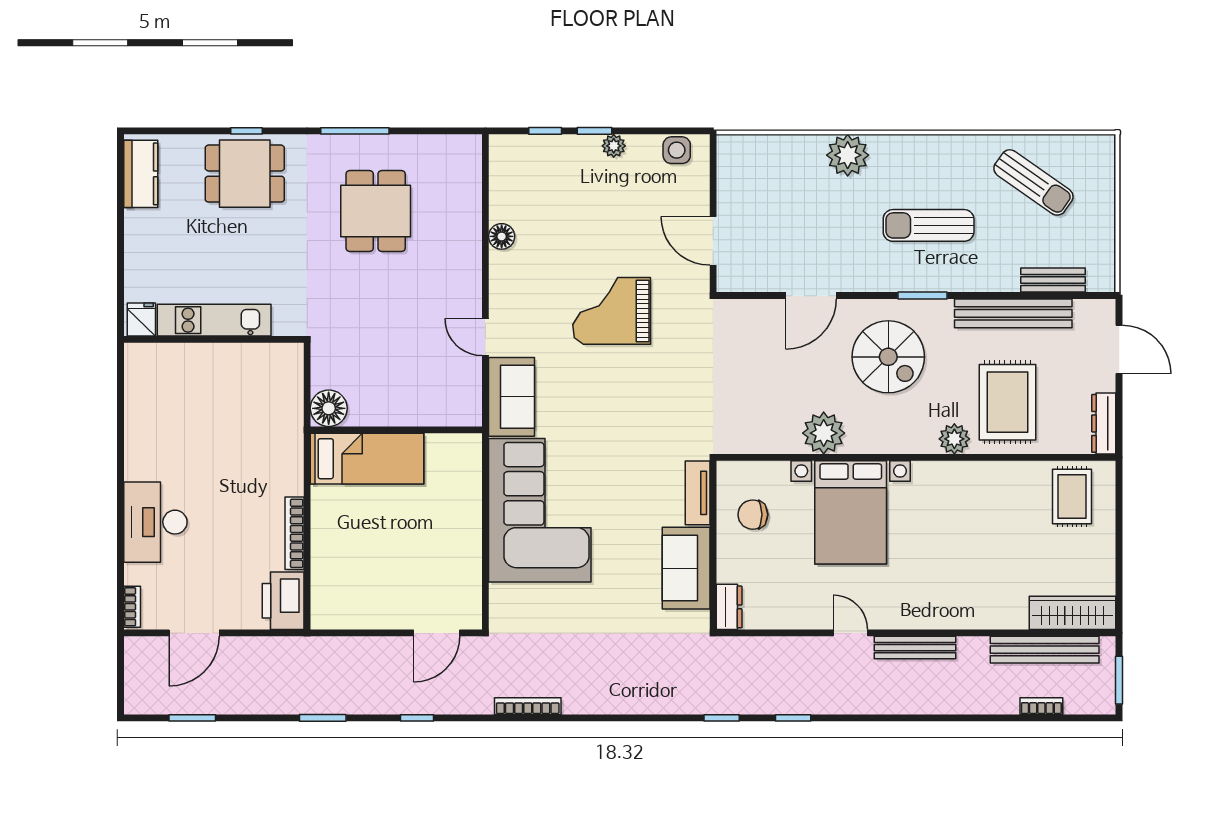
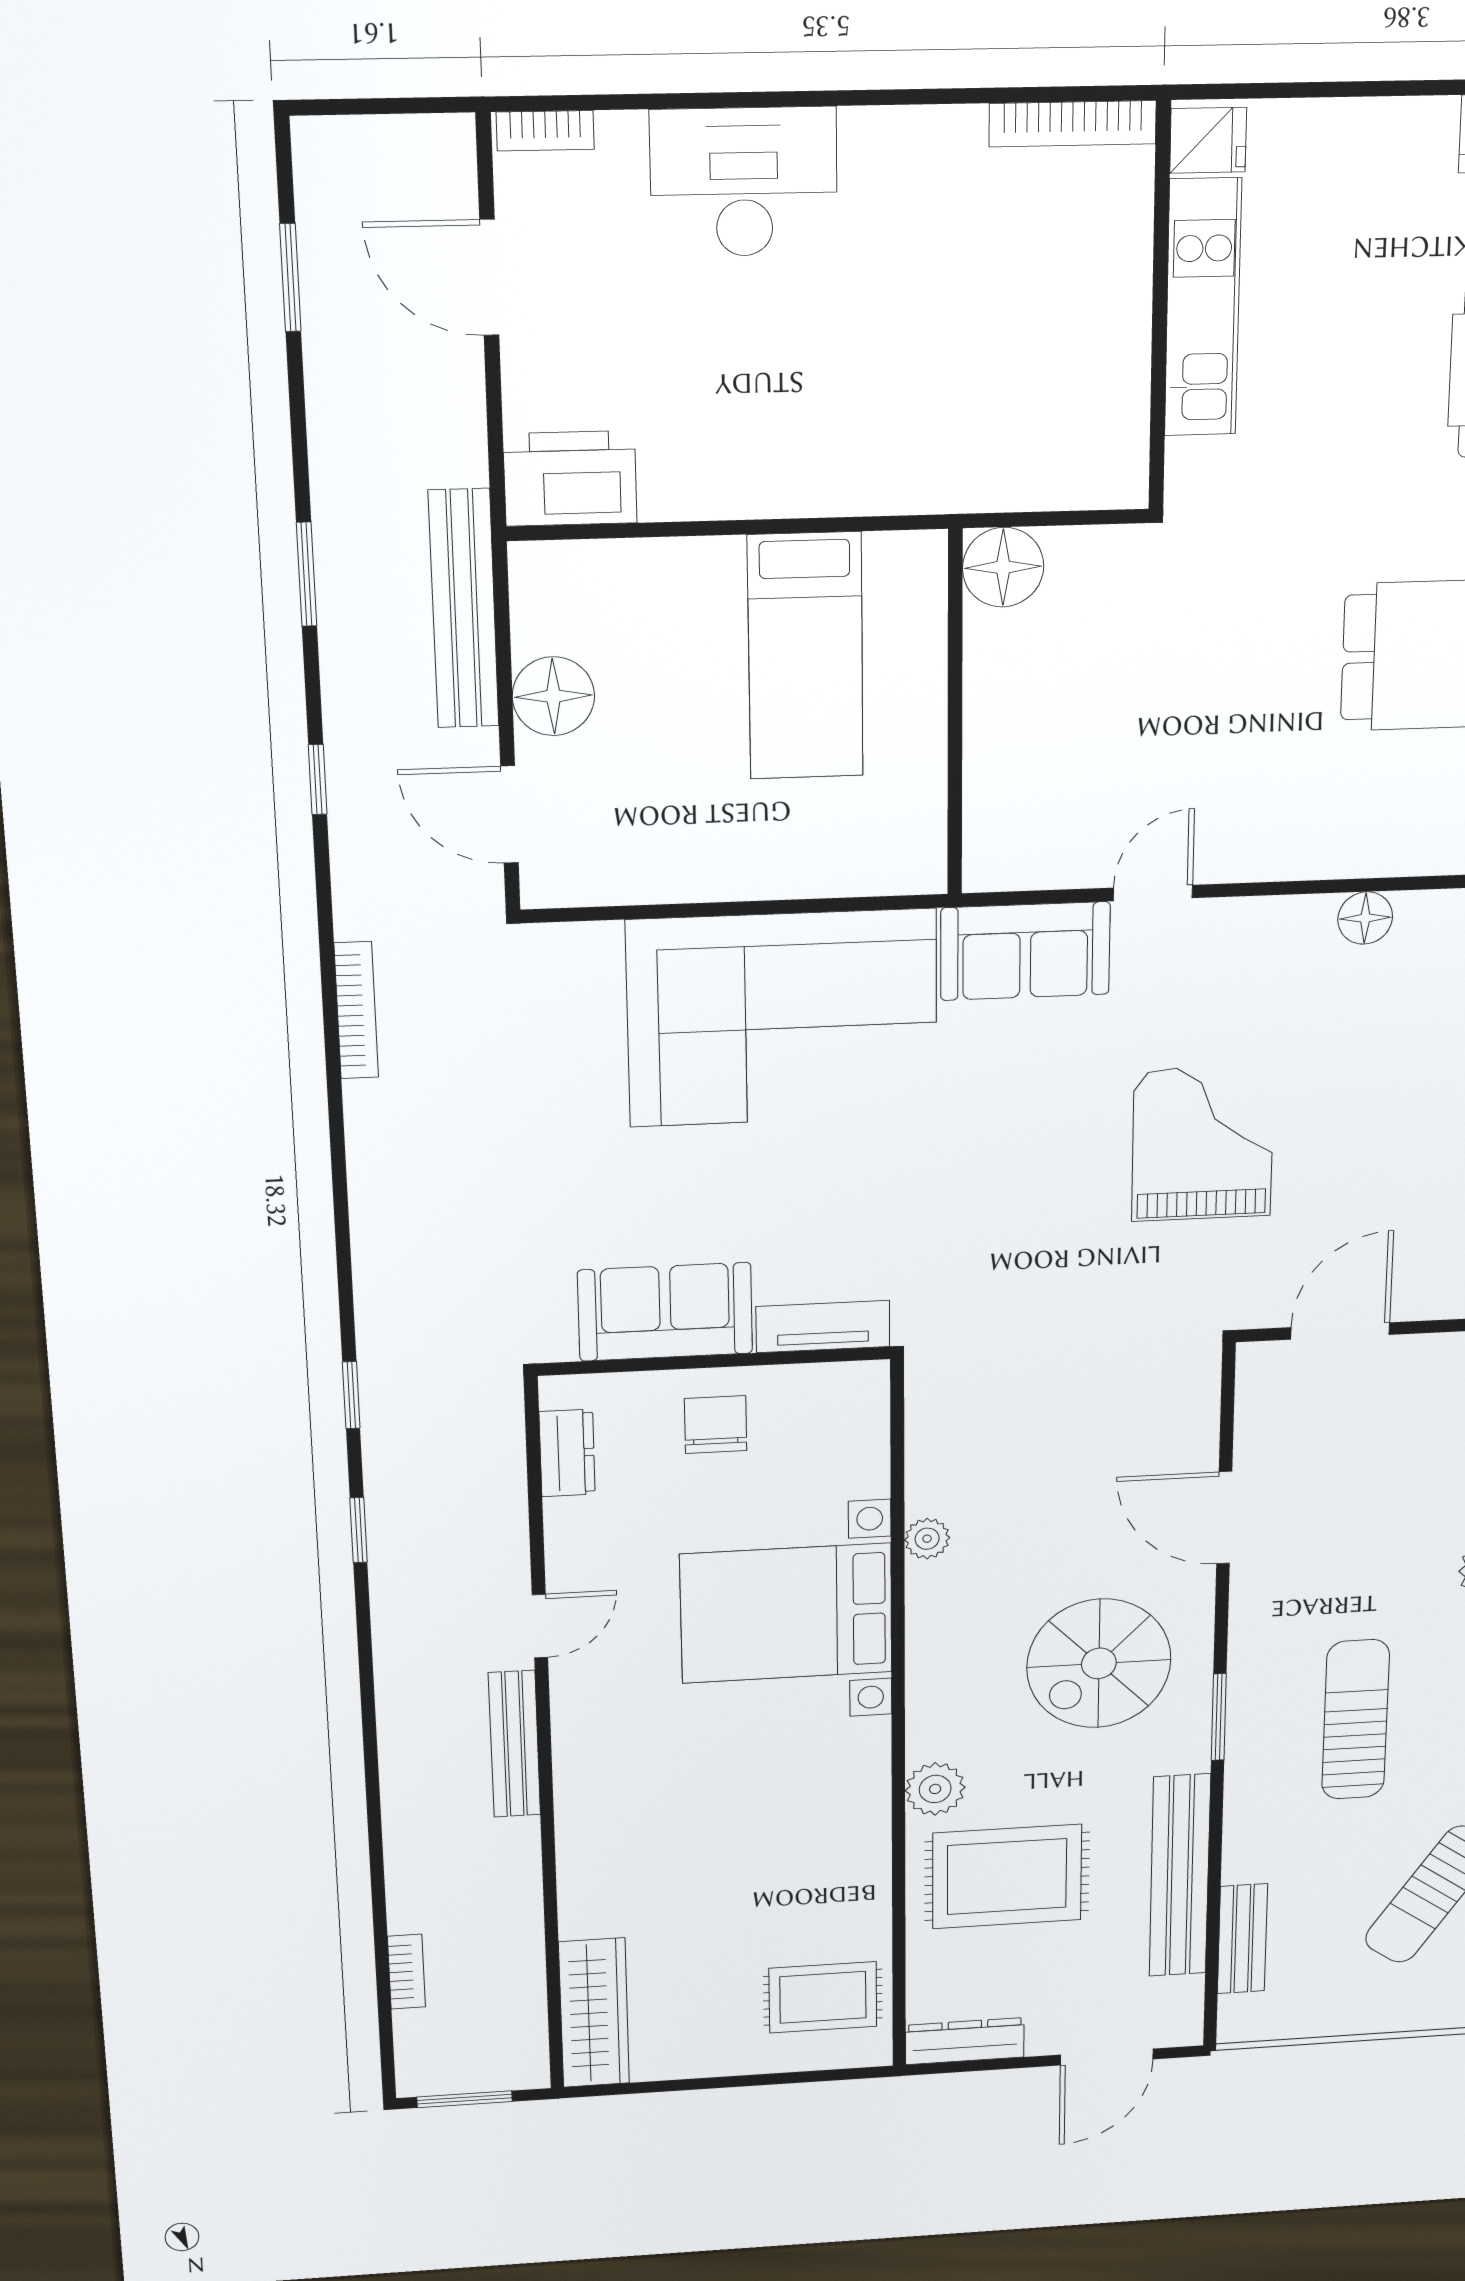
plant: (824, 433) -> (927, 1539), width x0.53, depth x0.53
bed: (367, 459) -> (806, 656), moved
chair: (753, 515) -> (716, 1425), moved
bookcase: (294, 533) -> (1073, 124), moved, turned 180
dresser: (729, 607) -> (567, 1453), moved, turned -90
floor lamp: (382, 611) -> (553, 696), added
bench: (1045, 650) -> (464, 609), moved

